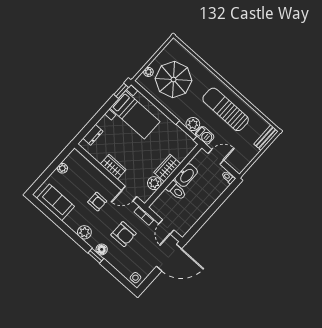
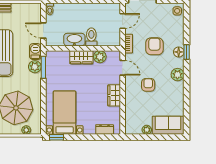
sofa: (56, 202) -> (168, 125), moved, turned 90

